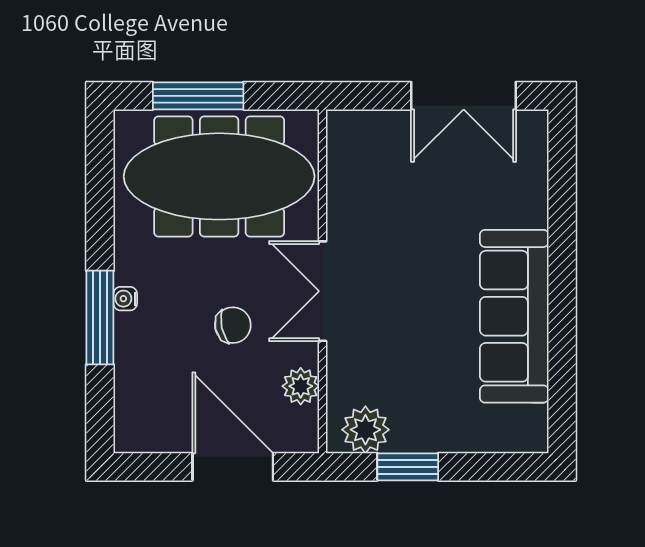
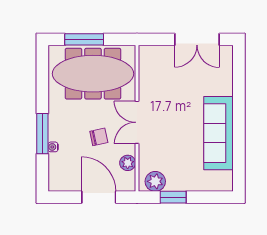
water cooler: (125, 299) -> (53, 147), moved

